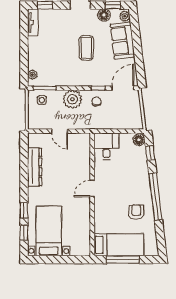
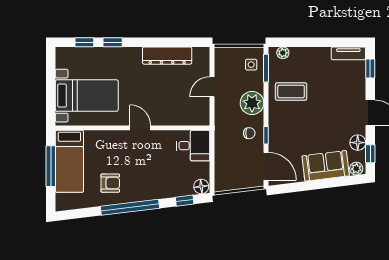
coffee table: (86, 48) -> (291, 91), moved
bed with nightstands: (49, 231) -> (87, 96), moved

